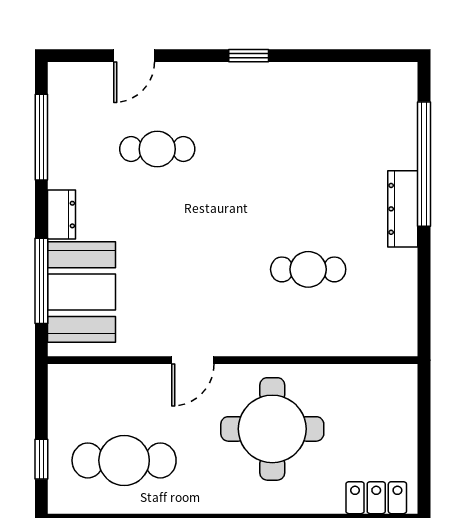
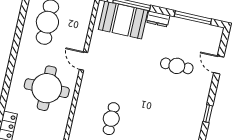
cafe table: (157, 149) -> (177, 66), turned 90

